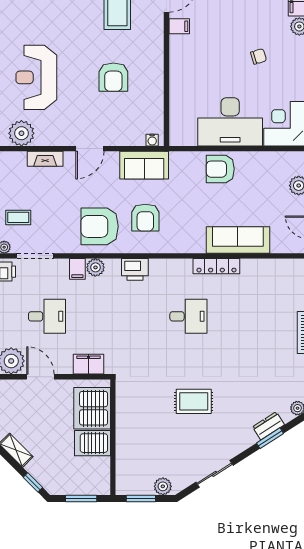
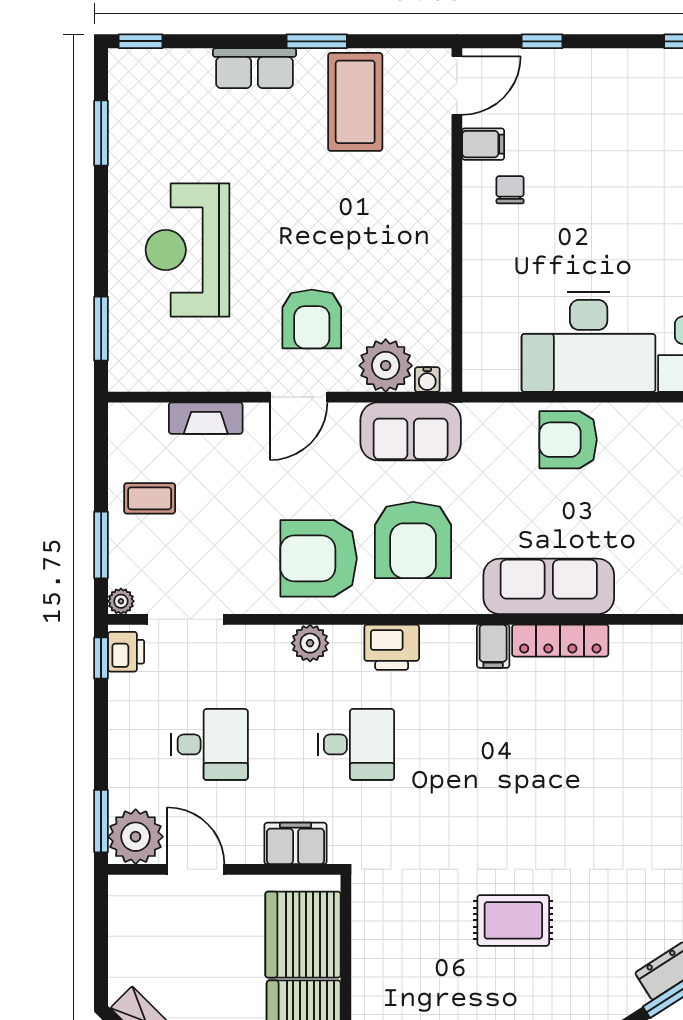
chair: (259, 56) -> (510, 190), moved, turned -73
armchair: (113, 77) -> (312, 319), moved
plant: (21, 133) -> (386, 366), moved
coffee table: (18, 217) -> (150, 498), moved
armchair: (145, 218) -> (413, 540), width x1.36, depth x1.36
sofa: (238, 240) -> (549, 586), moved
filing cabinet: (77, 269) -> (493, 646), moved
desk: (188, 316) -> (356, 744), moved

